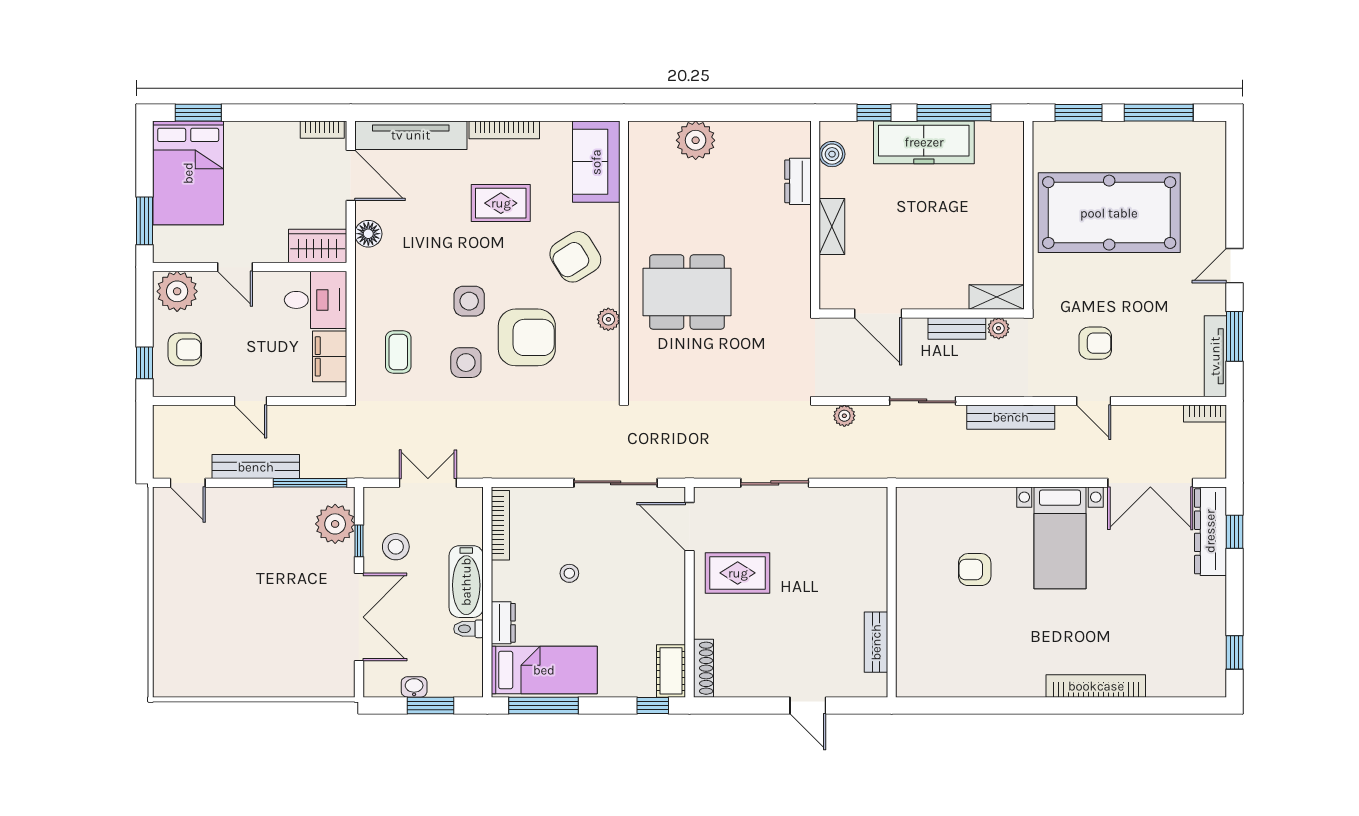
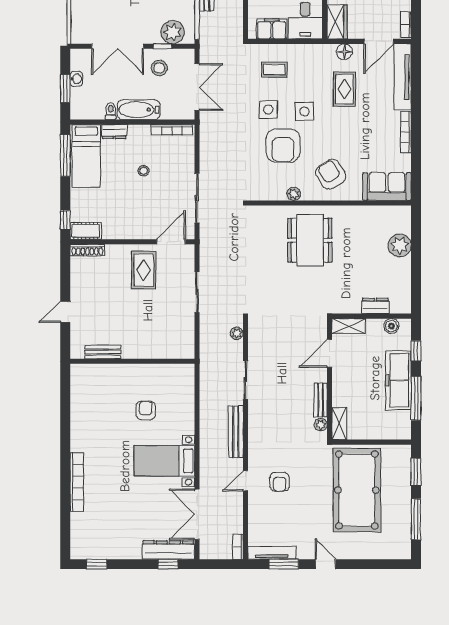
rug: (501, 203) -> (344, 89), moved
shelving: (997, 297) -> (339, 423), moved
door: (878, 313) -> (329, 353), moved
wall: (922, 313) -> (329, 379), moved
plant: (999, 328) -> (321, 425), moved
bench: (957, 329) -> (321, 400), moved
double door: (428, 483) -> (197, 87), width x1.37

